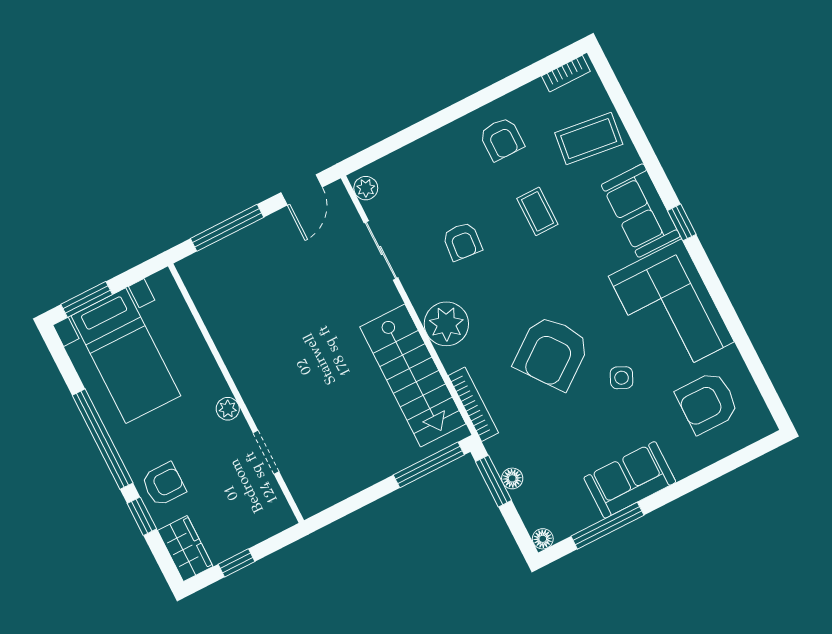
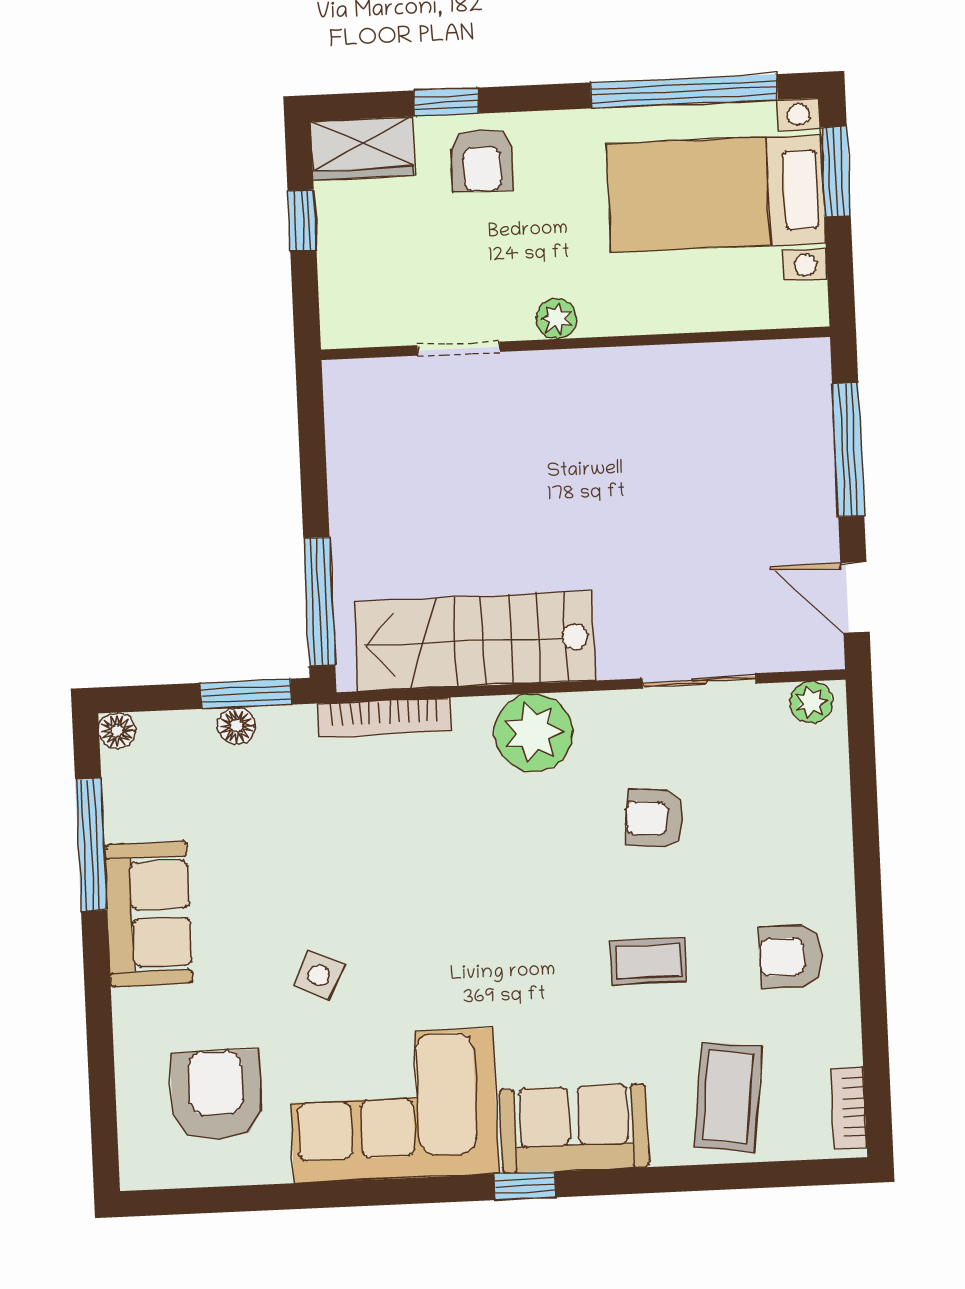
armchair: (552, 353) -> (410, 882), removed
window: (103, 439) -> (684, 91), moved

